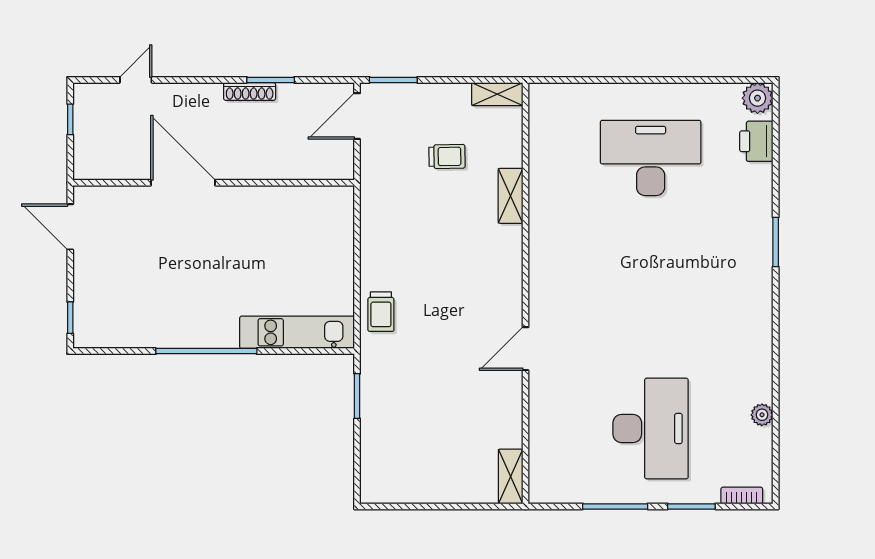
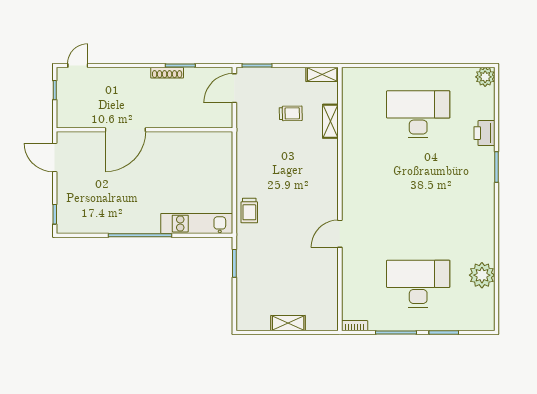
door: (136, 80) -> (78, 66), moved
printer: (756, 141) -> (484, 133), moved
door: (183, 183) -> (125, 130), swing flipped
shelving: (511, 196) -> (330, 121), moved
plant: (762, 415) -> (482, 275), width x1.88, depth x1.88
desk: (651, 428) -> (418, 284), turned -90
shelving: (511, 476) -> (288, 323), moved, turned 90
bookcase: (742, 495) -> (355, 326), moved

